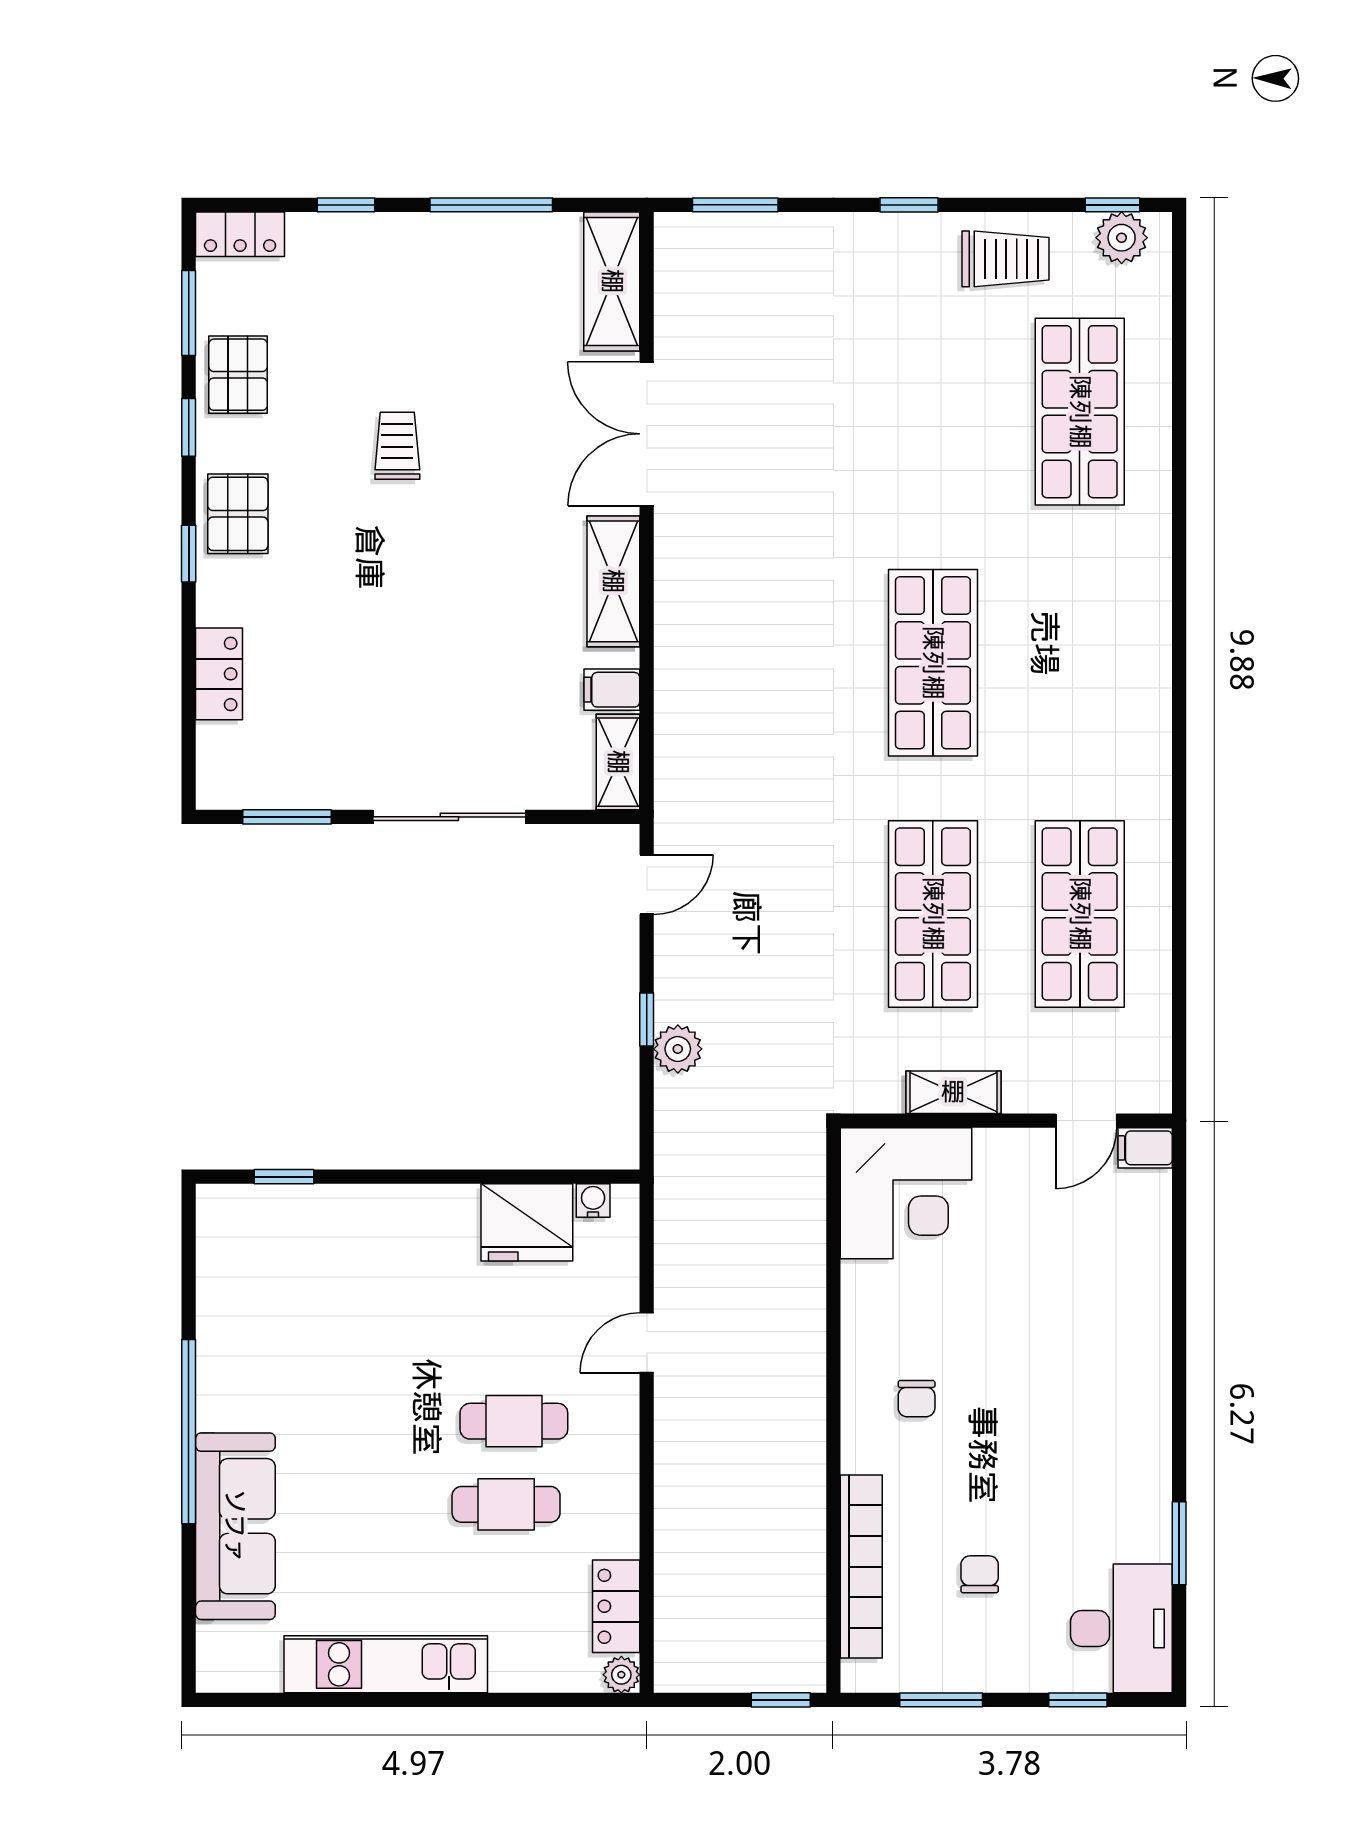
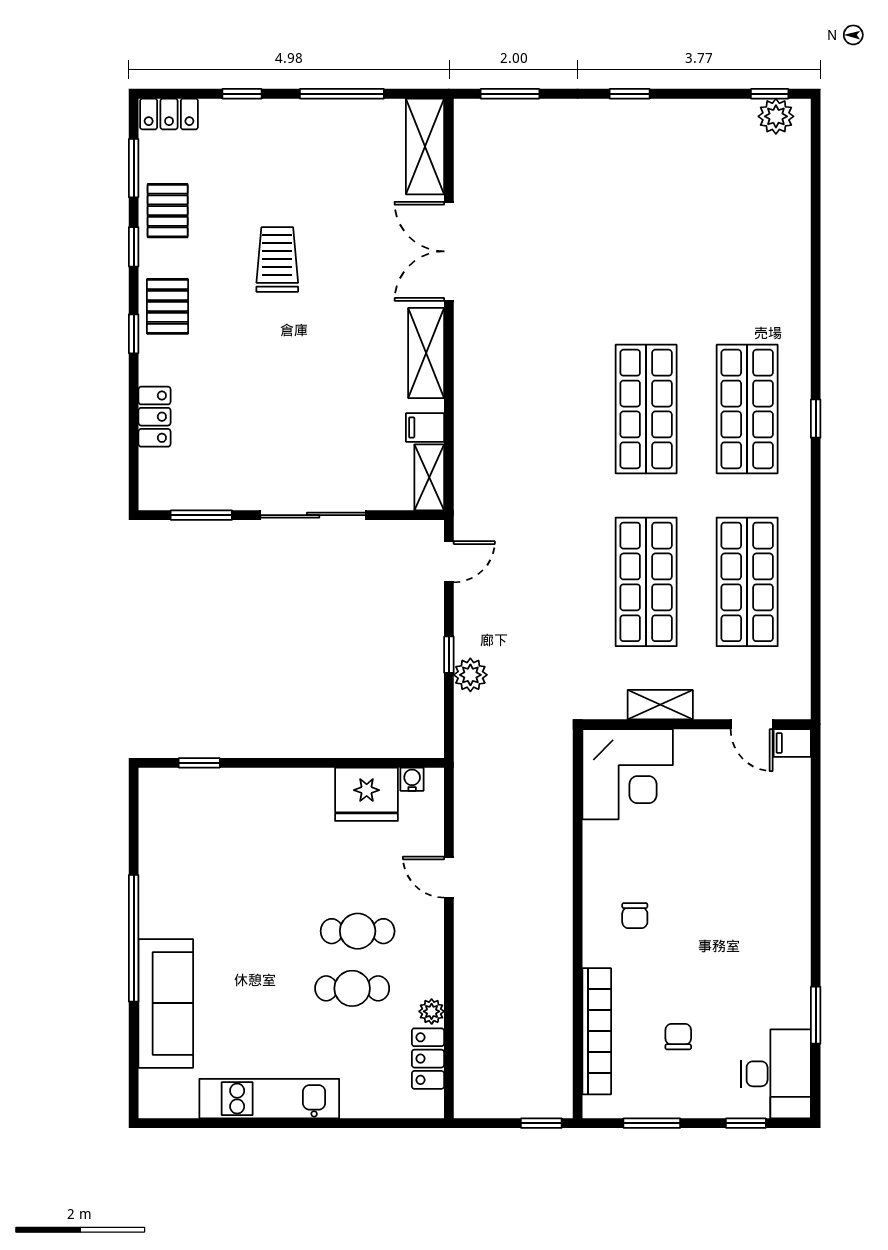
trolley: (1005, 259) -> (696, 131), removed
shop shelf: (1080, 412) -> (747, 409), moved
trolley: (397, 446) -> (277, 260), width x1.36, depth x1.39
window: (1179, 677) -> (816, 419), added
door: (1086, 1121) -> (752, 724), hinge flipped
door: (647, 1343) -> (449, 877), hinge flipped
plant: (621, 1675) -> (432, 1011), moved

